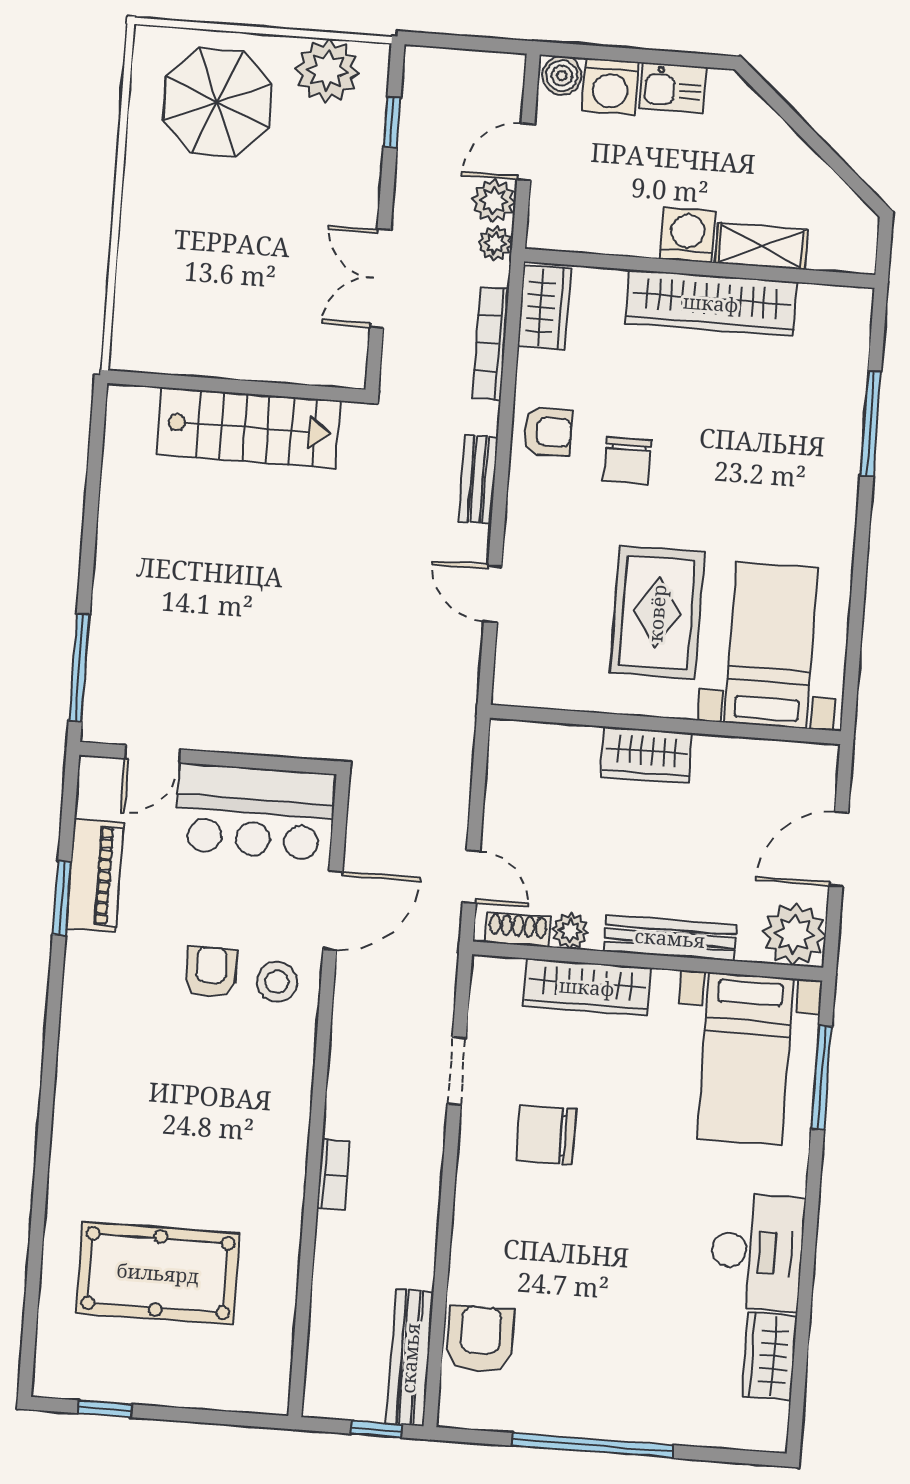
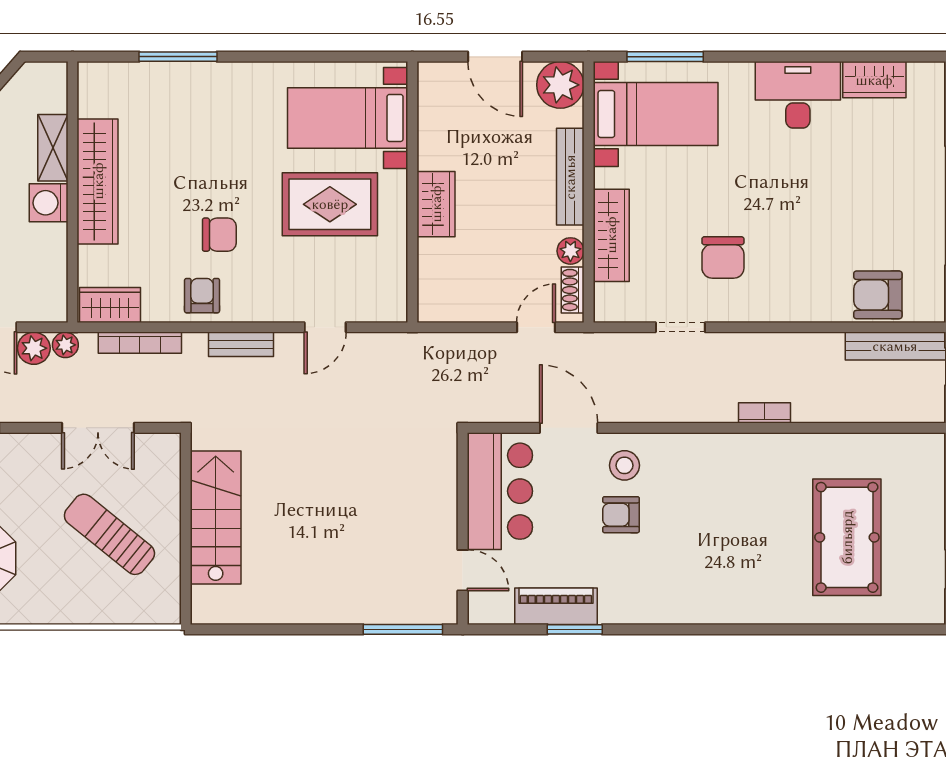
sun lounger: (236, 283) -> (109, 534), added

